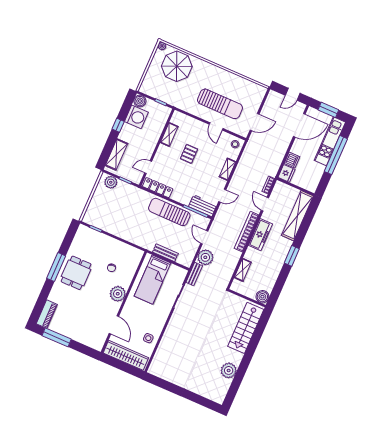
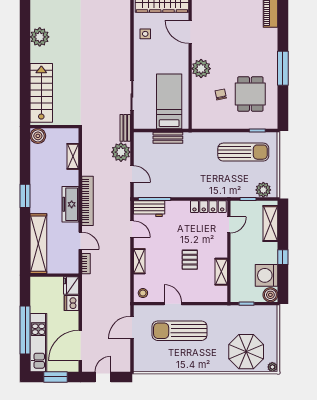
door: (222, 196) -> (132, 229), swing flipped
sun lounger: (169, 212) -> (243, 152), moved
dining table: (76, 273) -> (250, 94), moved

